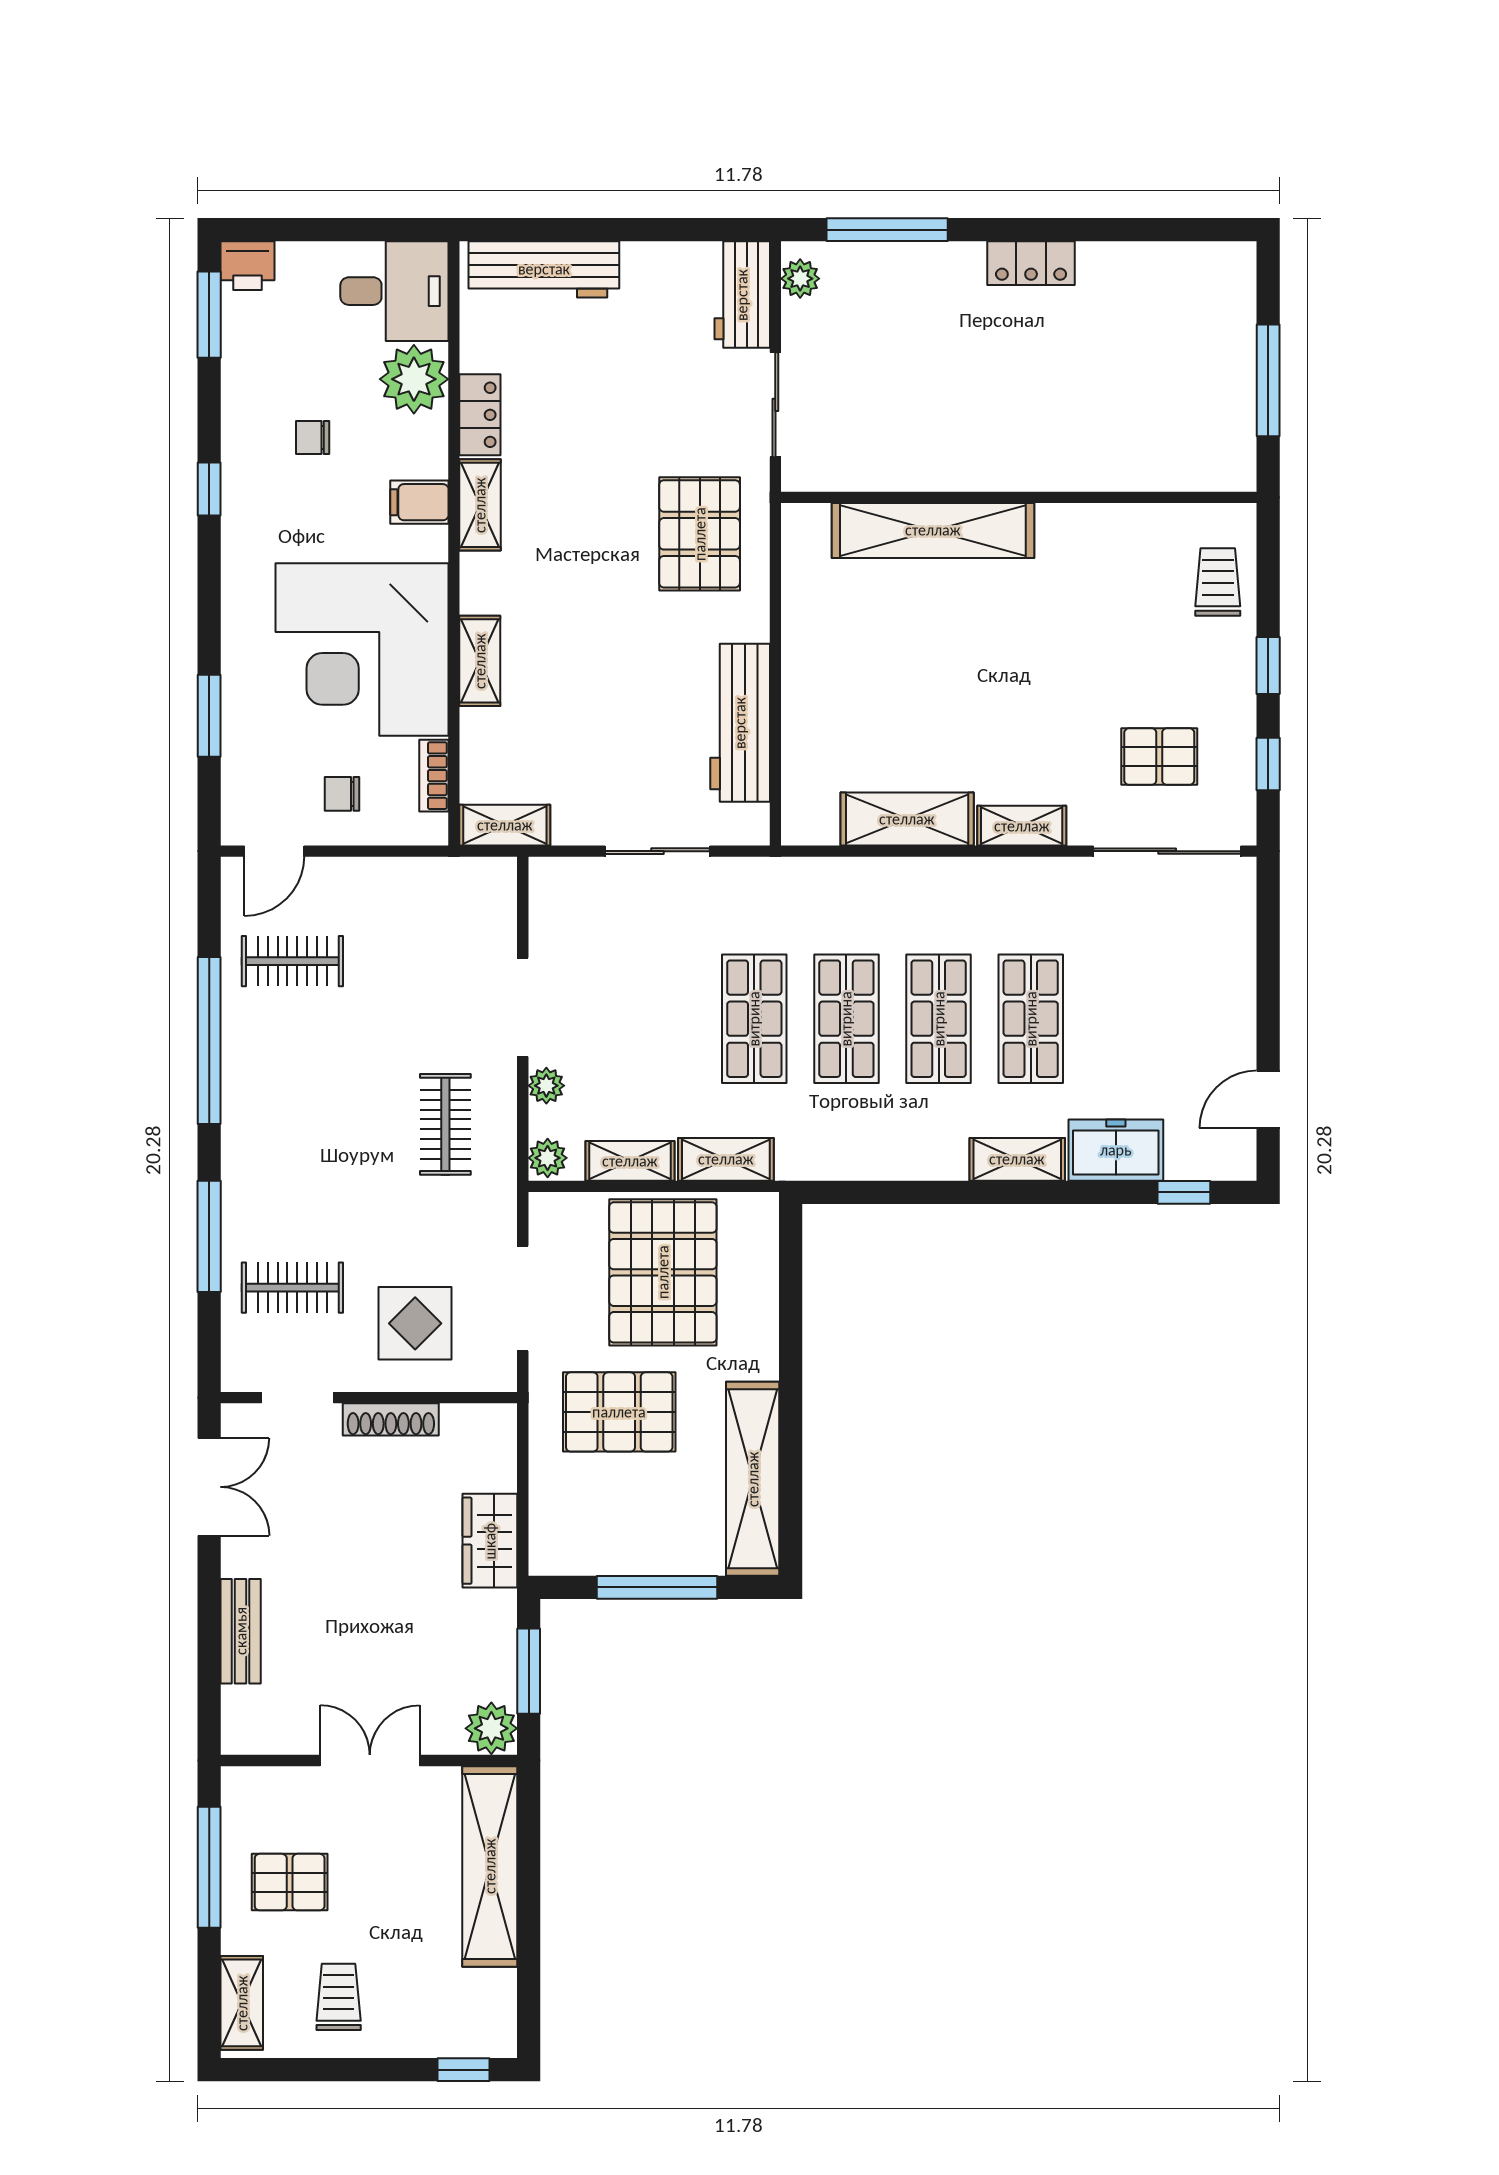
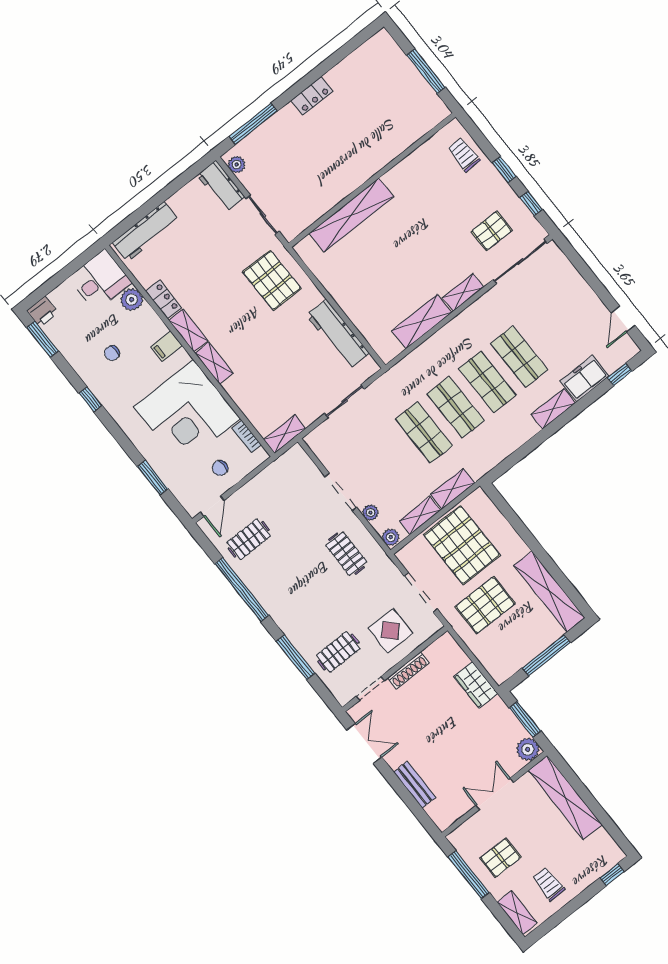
plant: (414, 379) -> (132, 300), width x0.73, depth x0.73
shelving: (480, 661) -> (214, 363), moved

